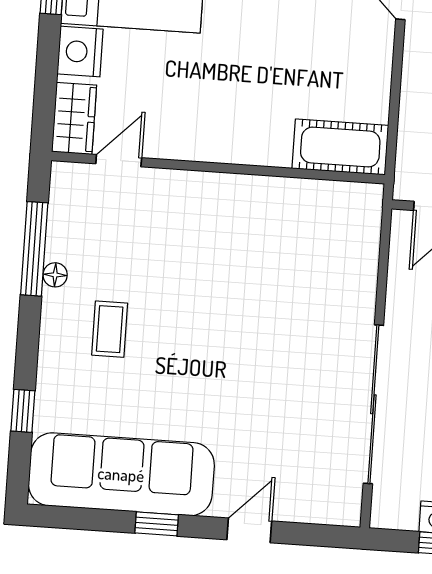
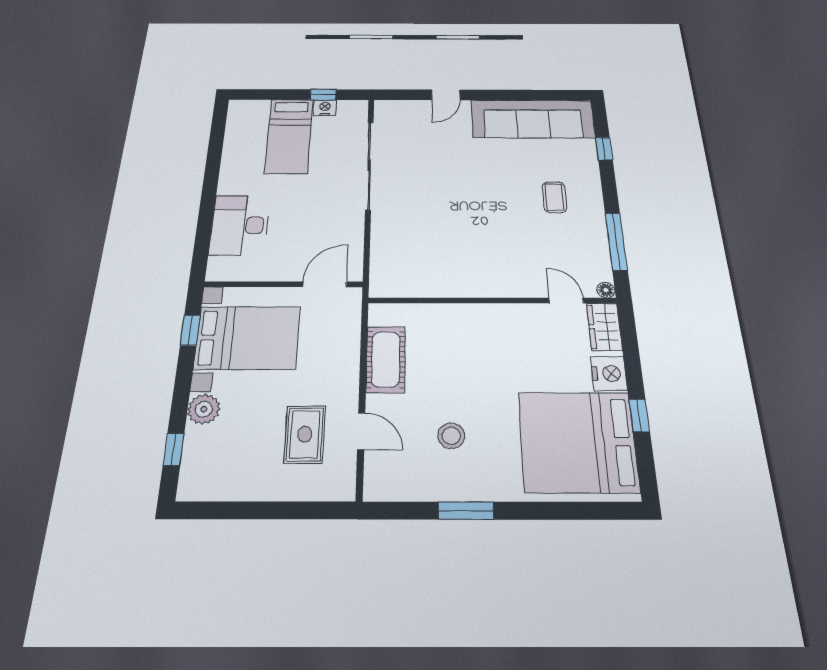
cot: (340, 147) -> (386, 359), moved, turned 90
door: (119, 161) -> (566, 301), swing flipped
floor lamp: (55, 275) -> (606, 290), moved
window: (157, 524) -> (506, 95), removed

